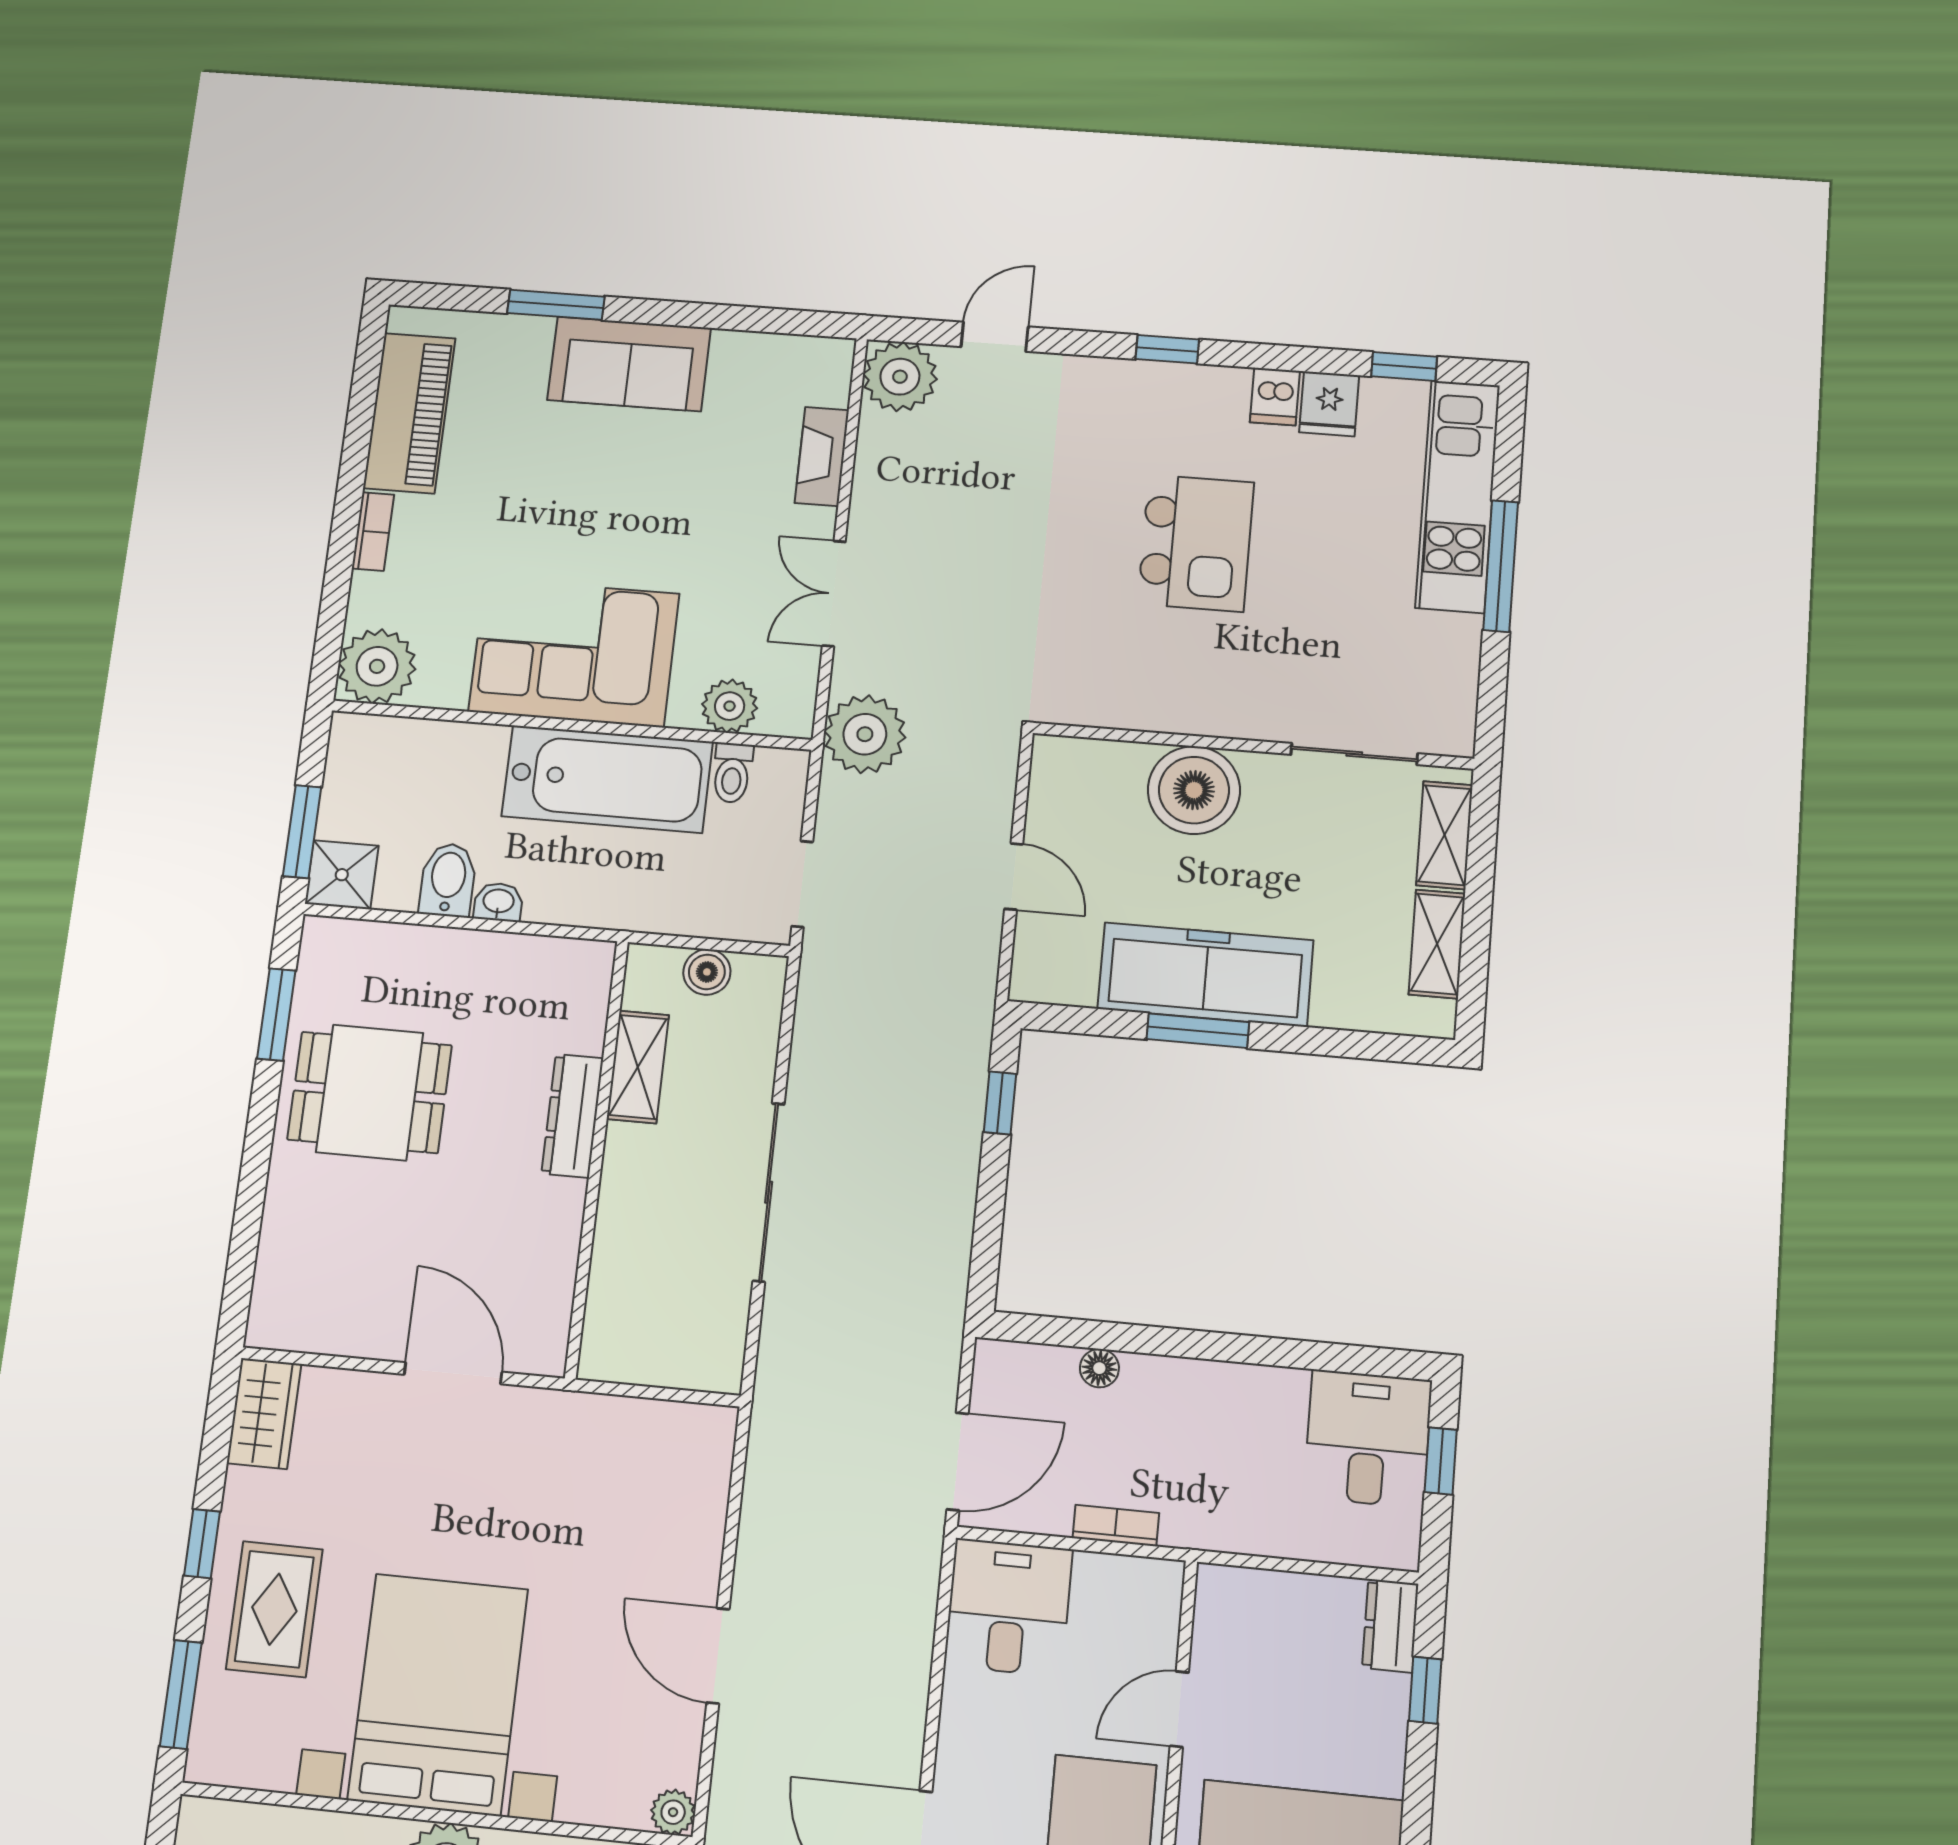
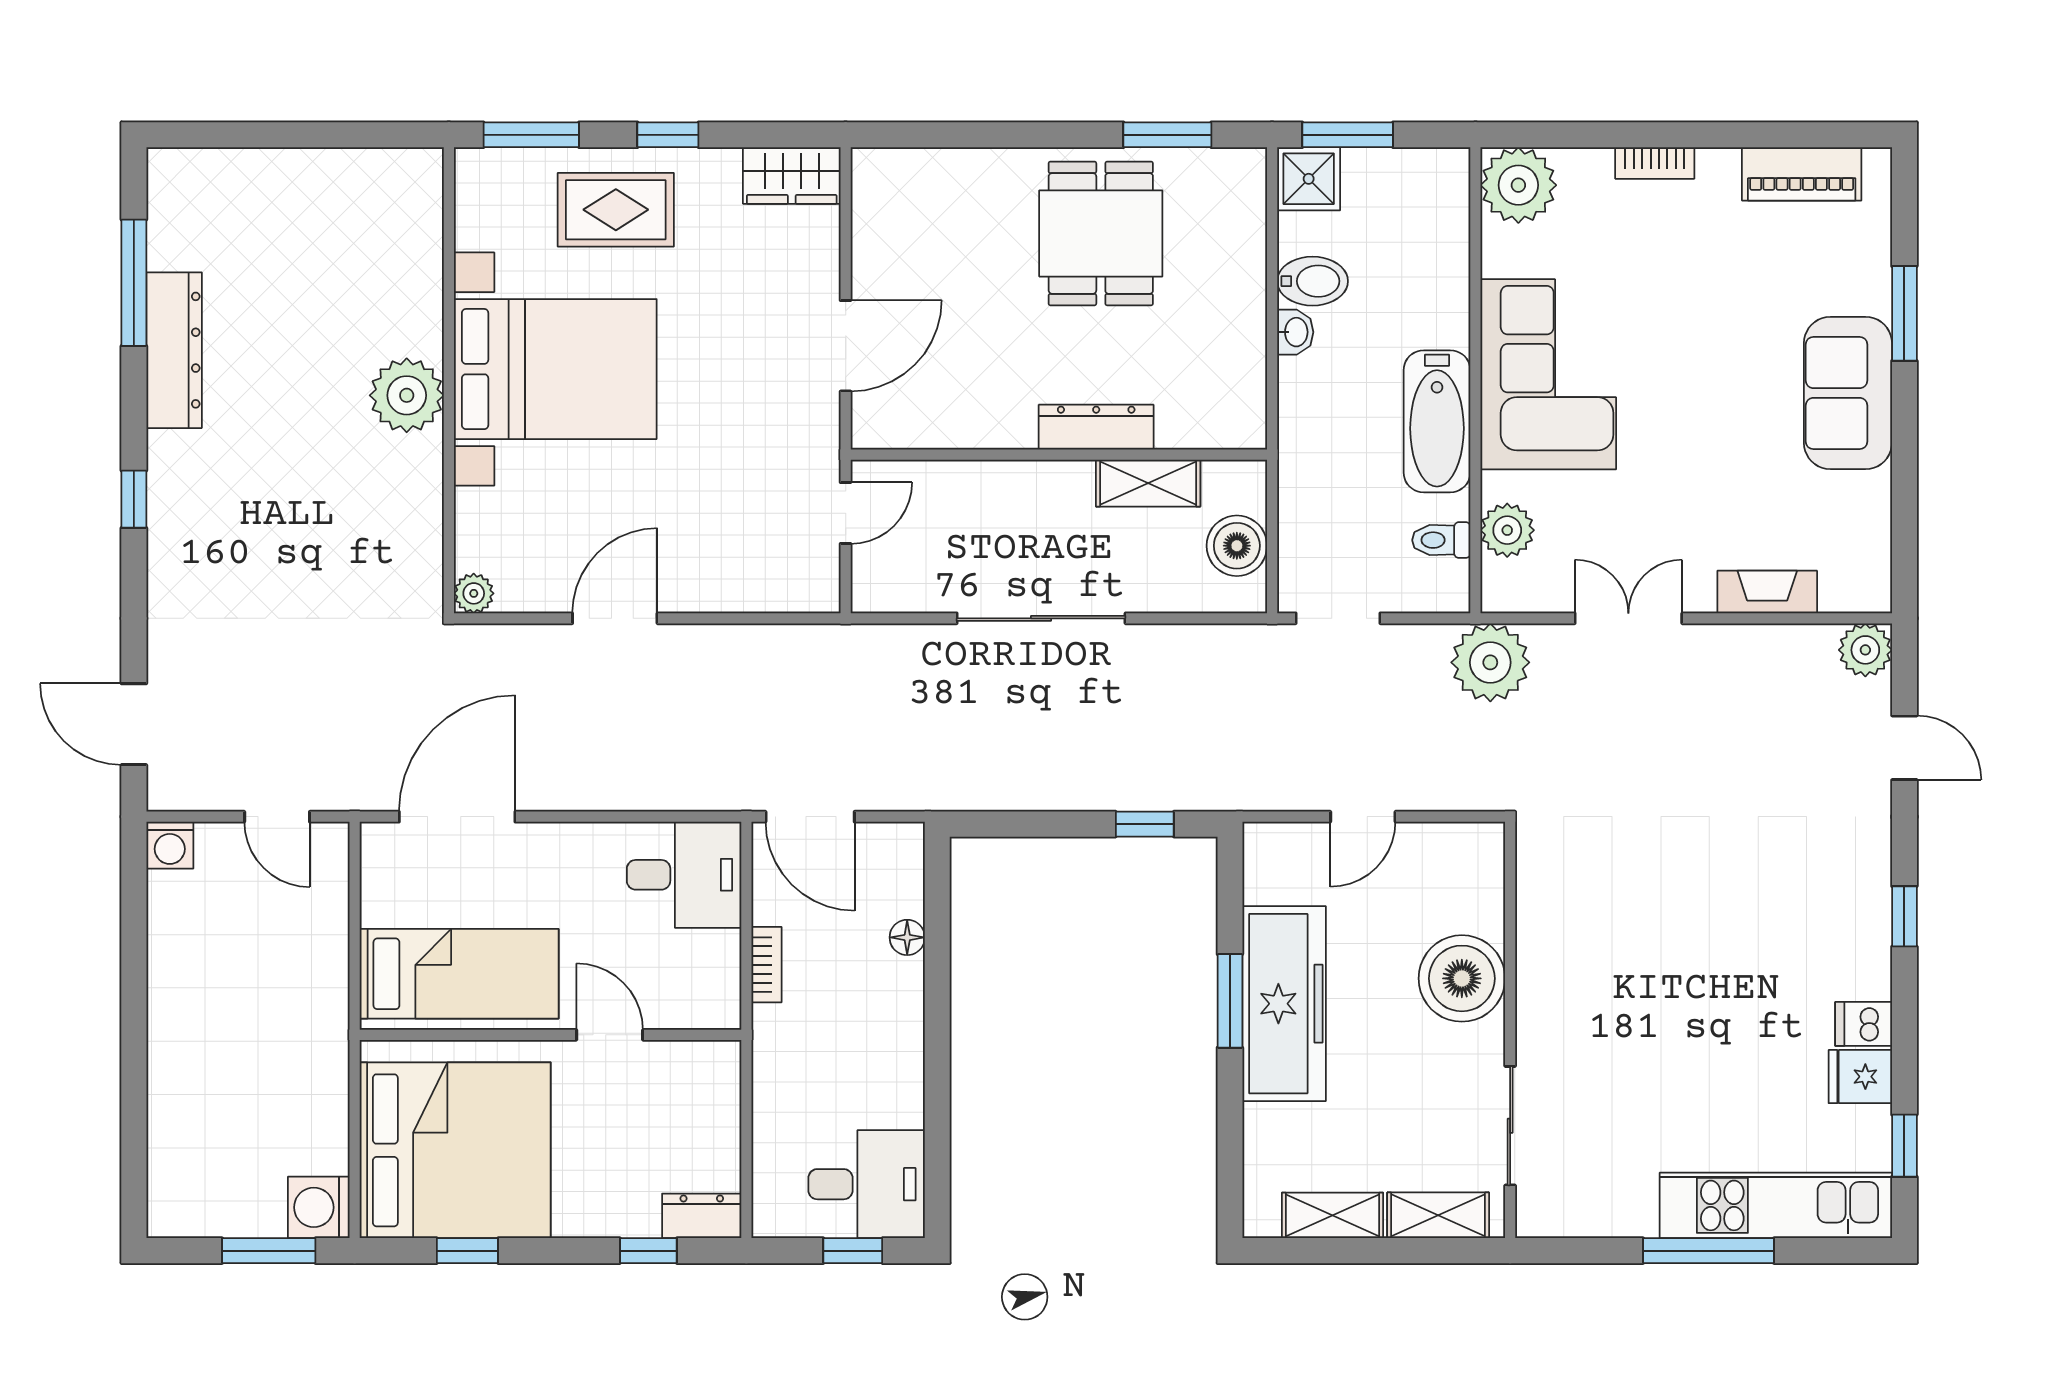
plant: (900, 377) -> (1865, 650), width x0.73, depth x0.73
piano: (409, 413) -> (1802, 174), width x0.73, depth x0.75
kitchen island: (1196, 543) -> (1708, 960), removed
bathtub: (607, 779) -> (1437, 421), width x0.73, depth x0.73
boiler: (707, 972) -> (1237, 546), width x1.36, depth x1.36
door: (632, 1391) -> (846, 513), added

